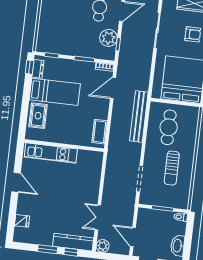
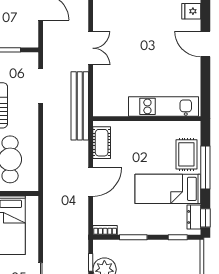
door: (113, 88) -> (91, 182), moved
window: (25, 104) -> (205, 168), added
bench: (139, 116) -> (80, 106), moved
door: (16, 182) -> (205, 44), moved
double door: (98, 217) -> (91, 48), moved

